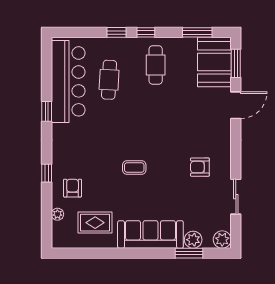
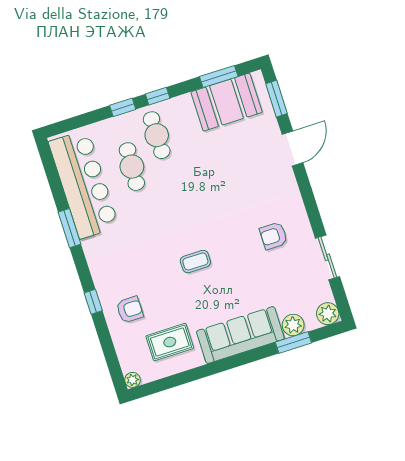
booth: (214, 62) -> (227, 102), moved, turned 90
cafe table: (156, 65) -> (157, 135), moved
window: (47, 111) -> (70, 228), width x1.50
armchair: (73, 188) -> (130, 310), turned 90
plant: (57, 214) -> (133, 380), moved

